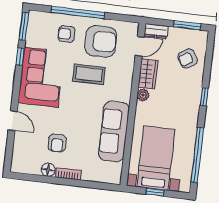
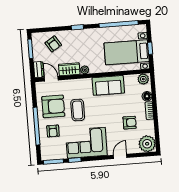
armchair: (101, 41) -> (53, 106), turned 90
sofa: (114, 131) -> (108, 85), width x0.73
plant: (23, 162) -> (147, 144), added
floor lamp: (48, 170) -> (147, 96), moved
plant: (114, 174) -> (143, 79), added

